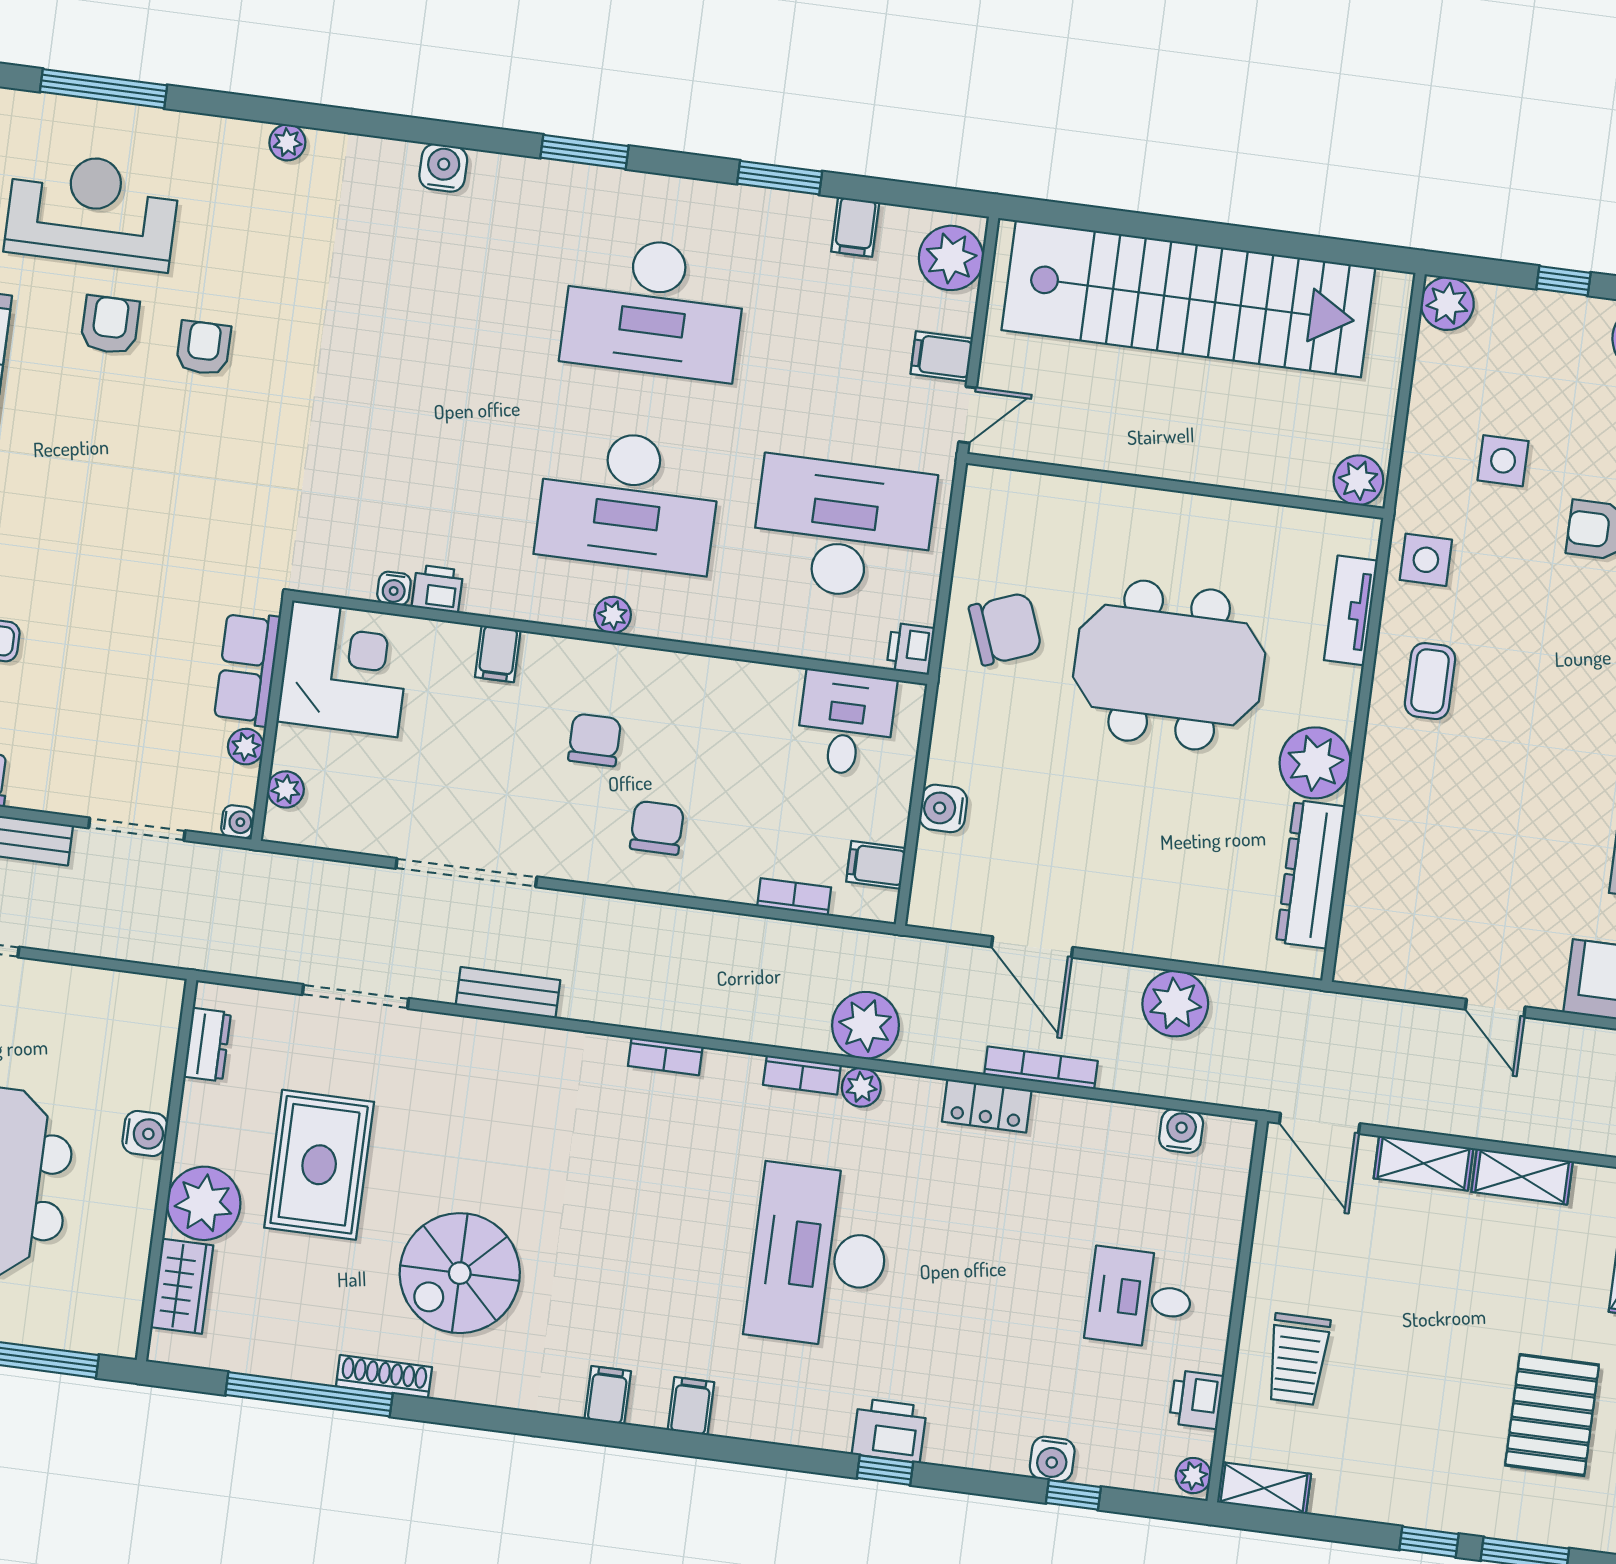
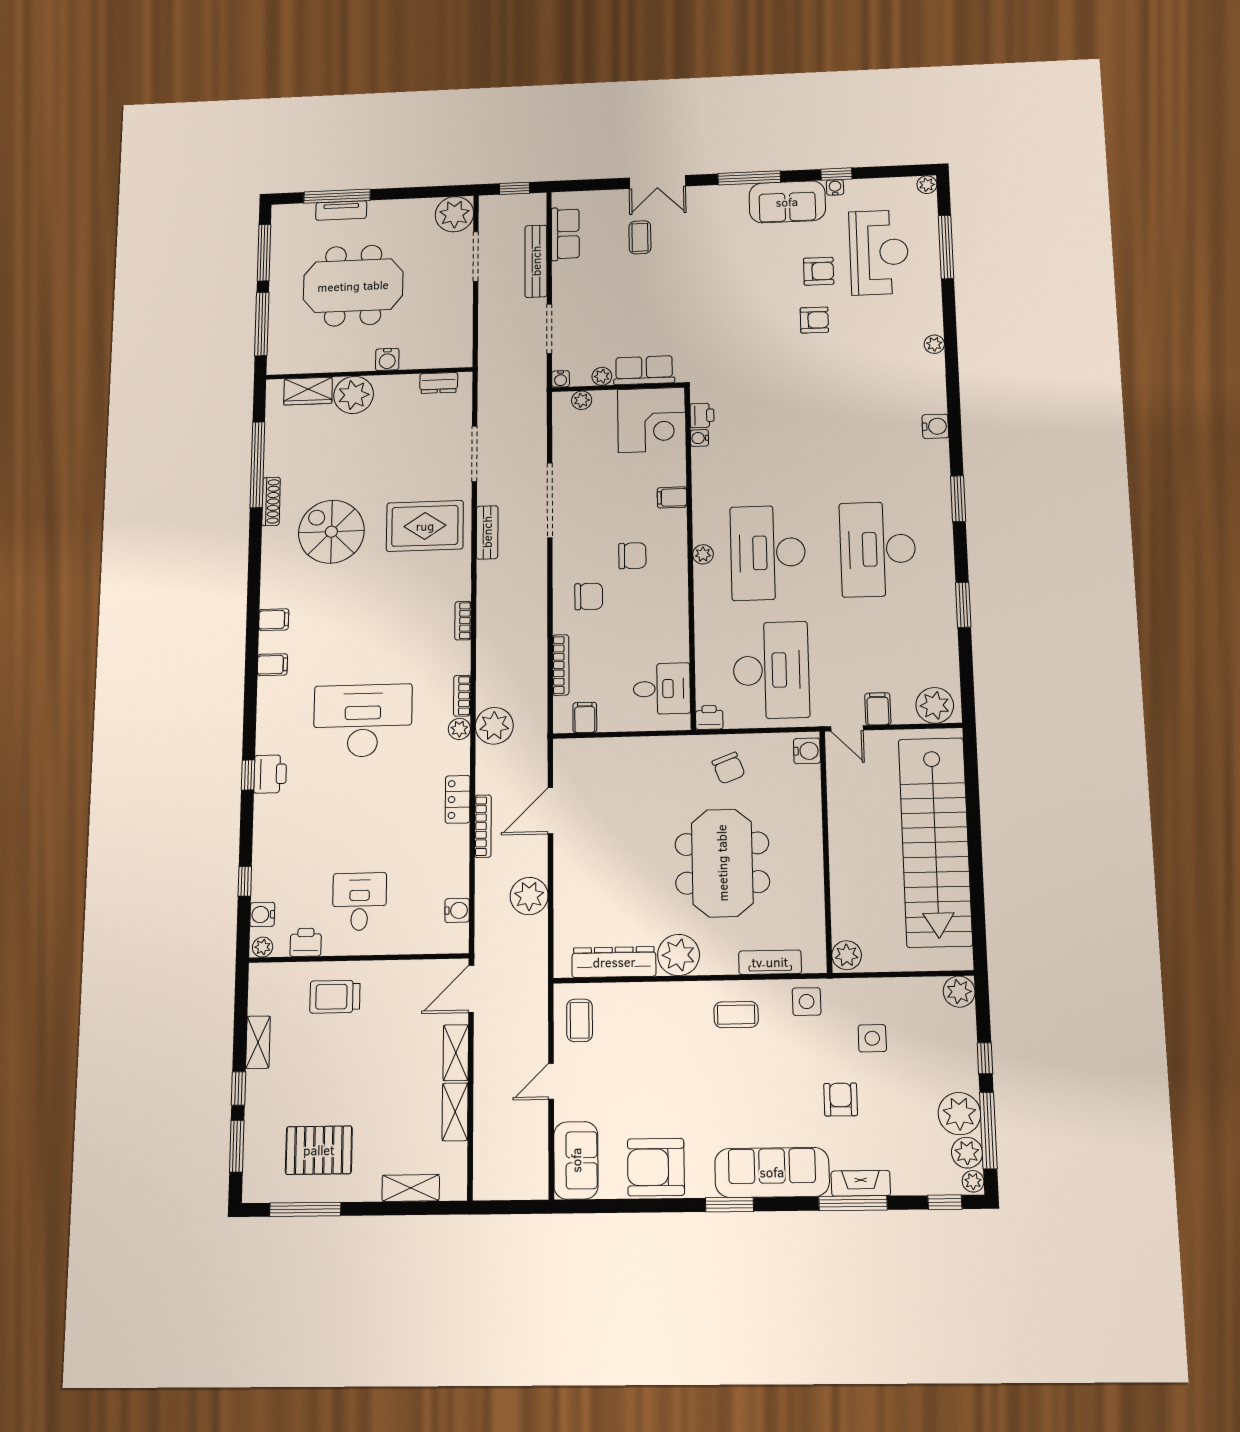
filing cabinet: (855, 227) -> (943, 650), removed
printer: (437, 589) -> (702, 415), moved
chair: (1005, 629) -> (729, 768), width x0.73, depth x0.73
water cooler: (943, 808) -> (807, 751), moved, turned 90
bookcase: (794, 897) -> (561, 665), width x1.56
coffee table: (1400, 946) -> (580, 1020), added
rug: (319, 1165) -> (425, 526), moved
water cooler: (1052, 1459) -> (262, 914), moved
shelving: (1264, 1488) -> (258, 1042), moved

